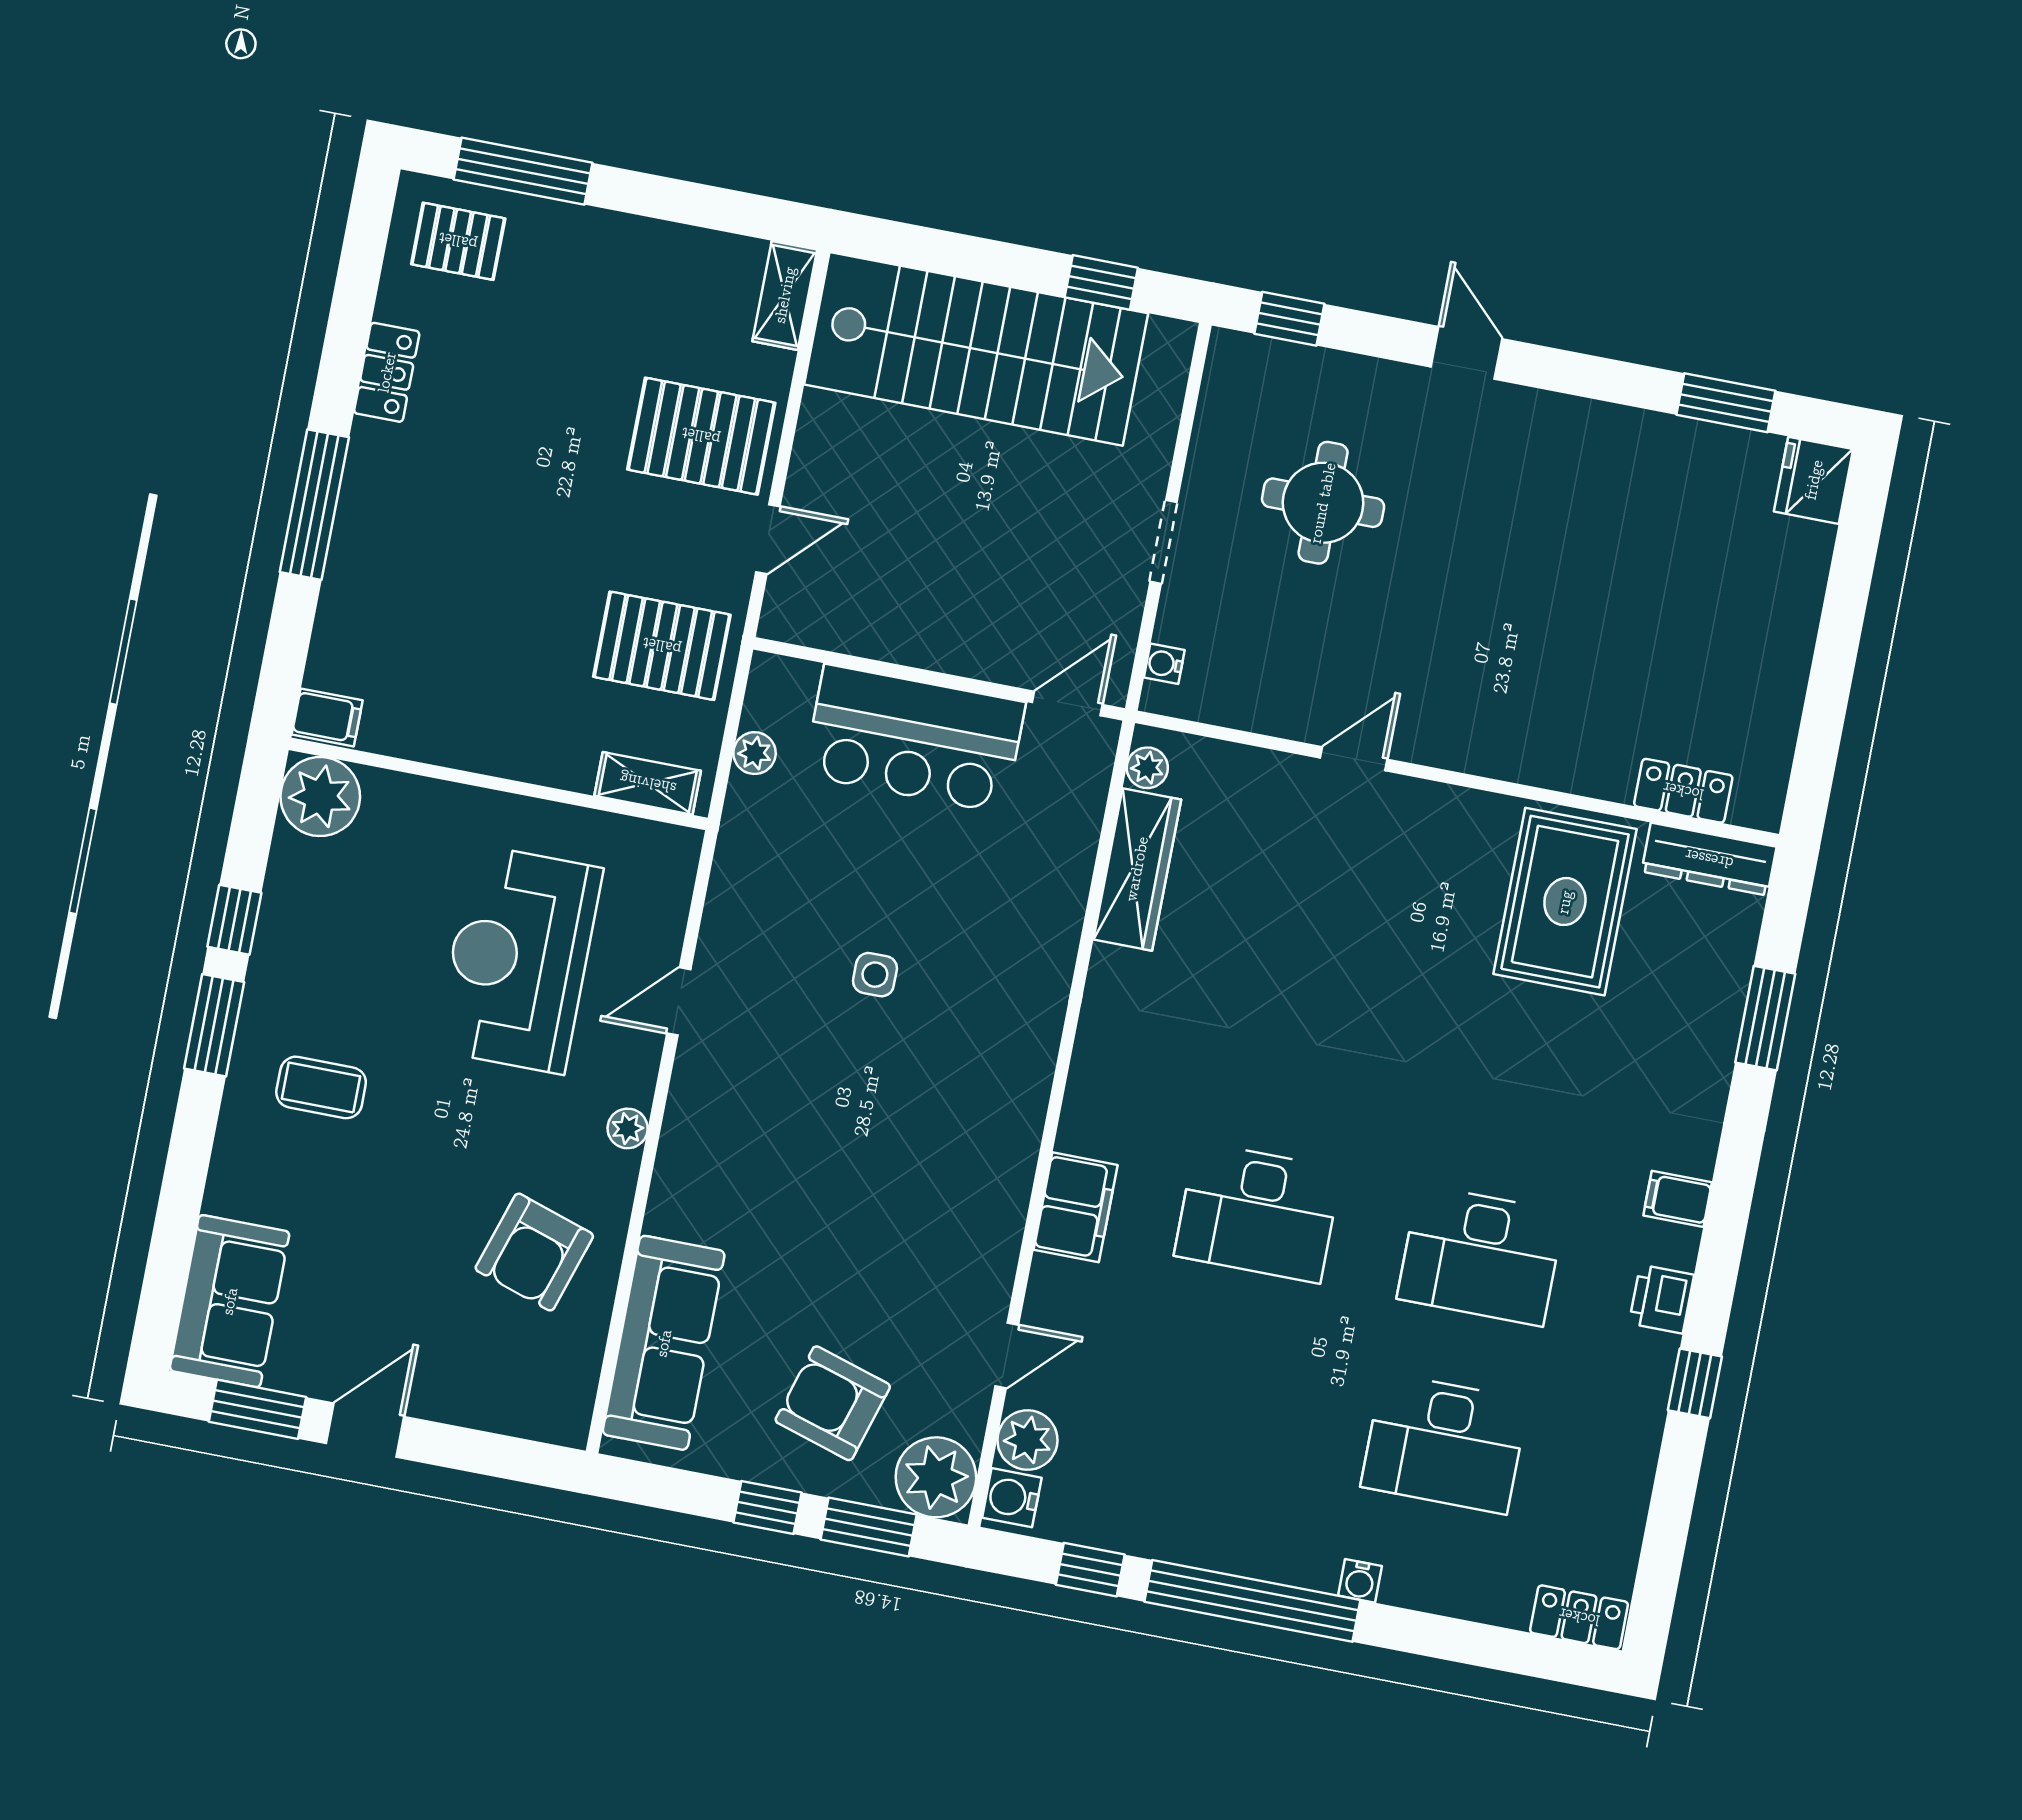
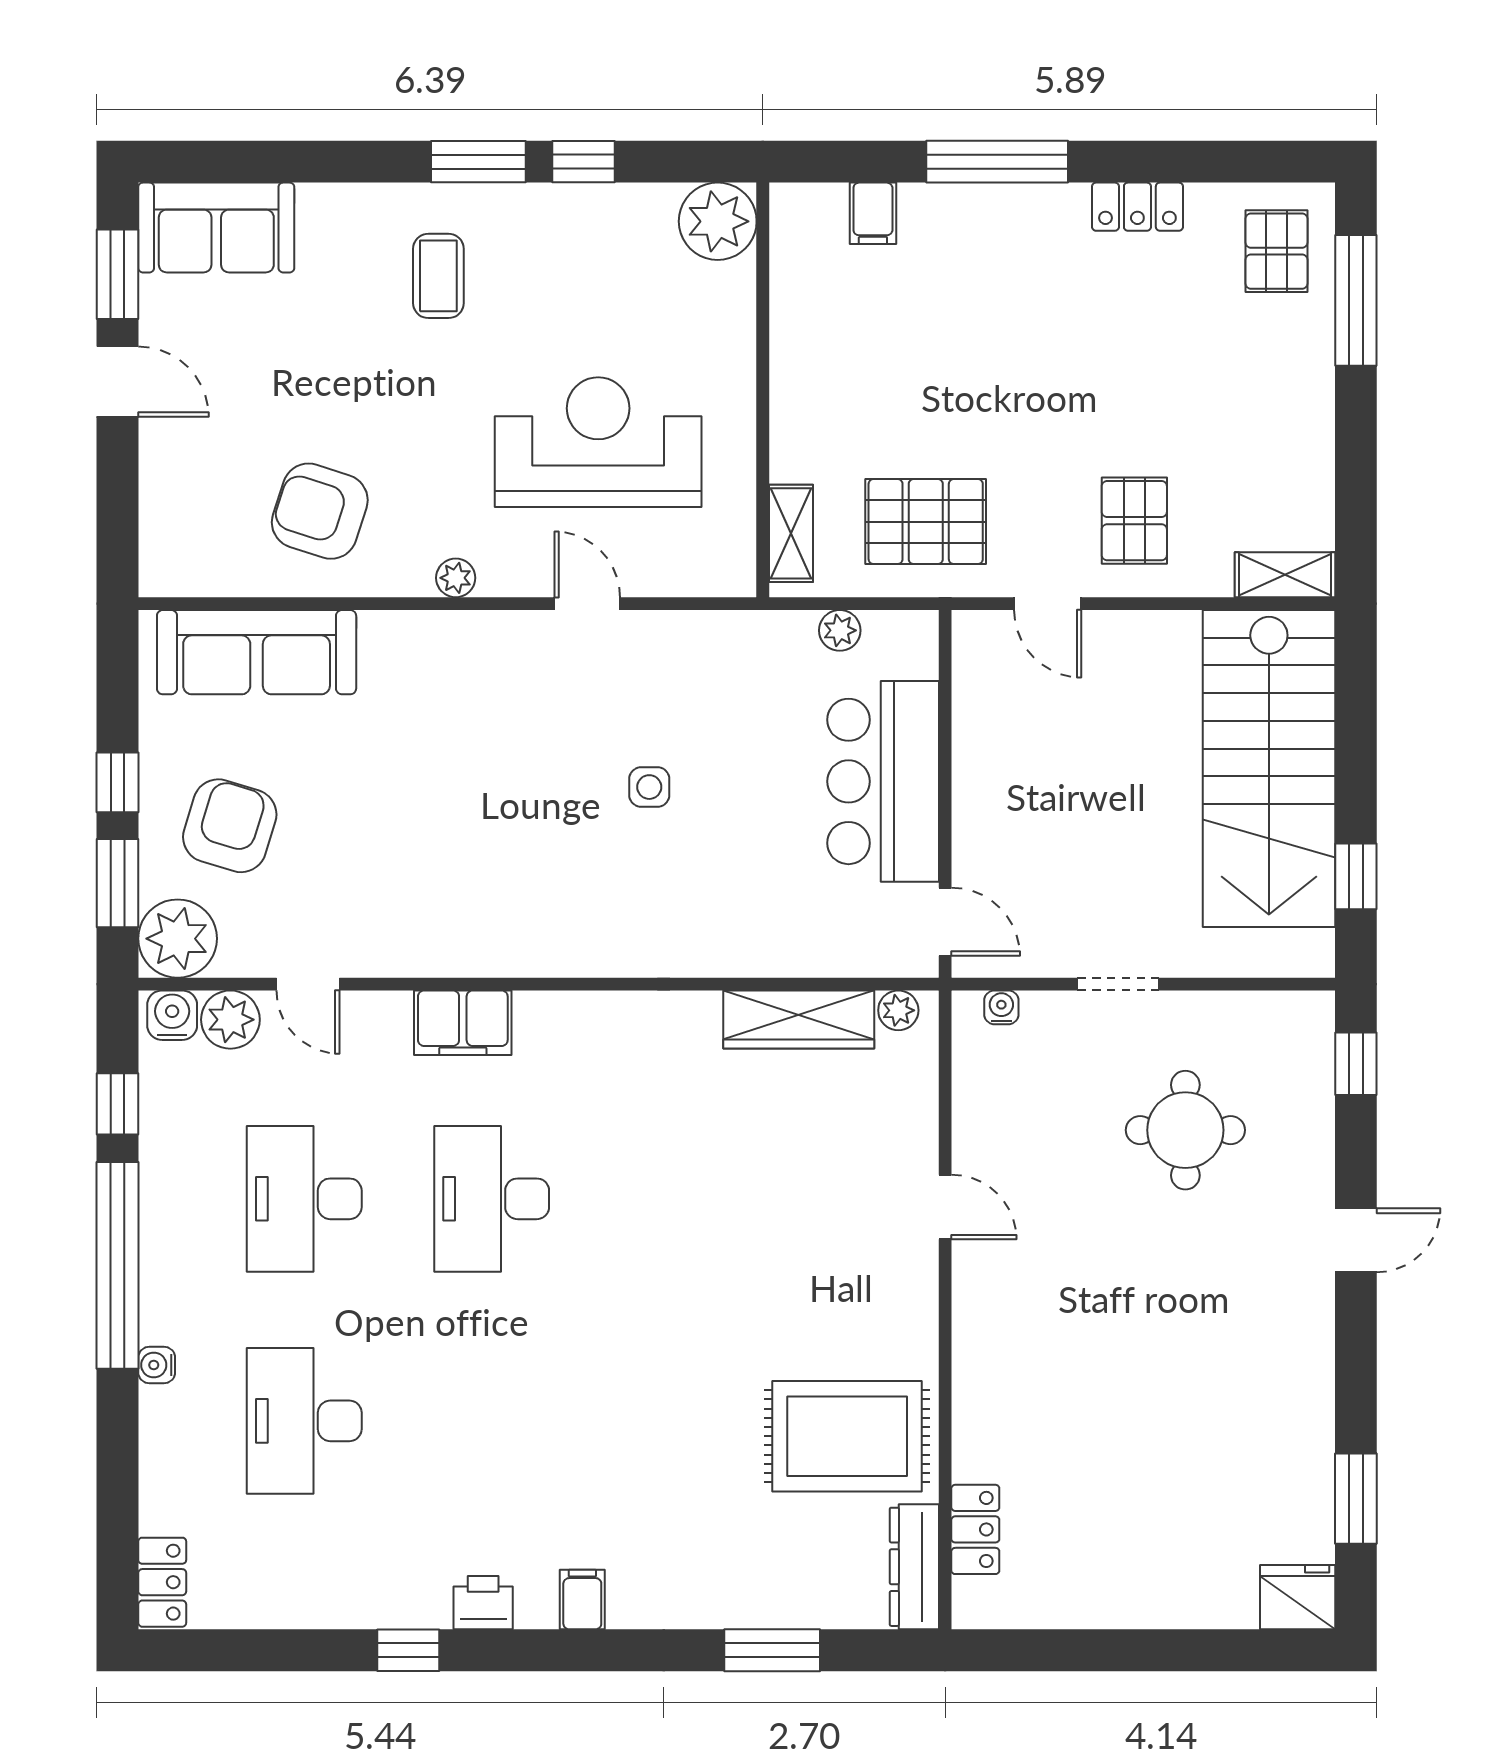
pallet: (701, 436) -> (1134, 521), width x0.67, depth x0.71
pallet: (662, 646) -> (926, 522), turned 90
filing cabinet: (327, 717) -> (873, 213), moved
desk: (1481, 1255) -> (304, 1199), moved

